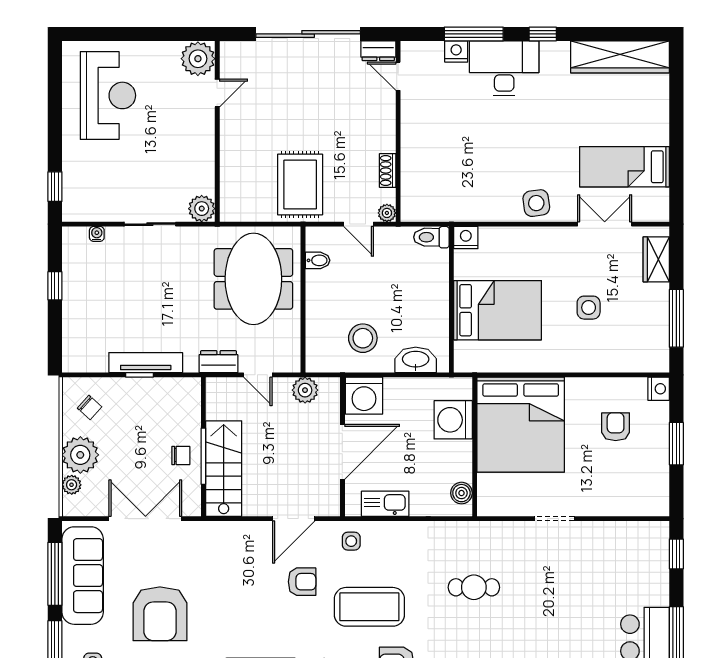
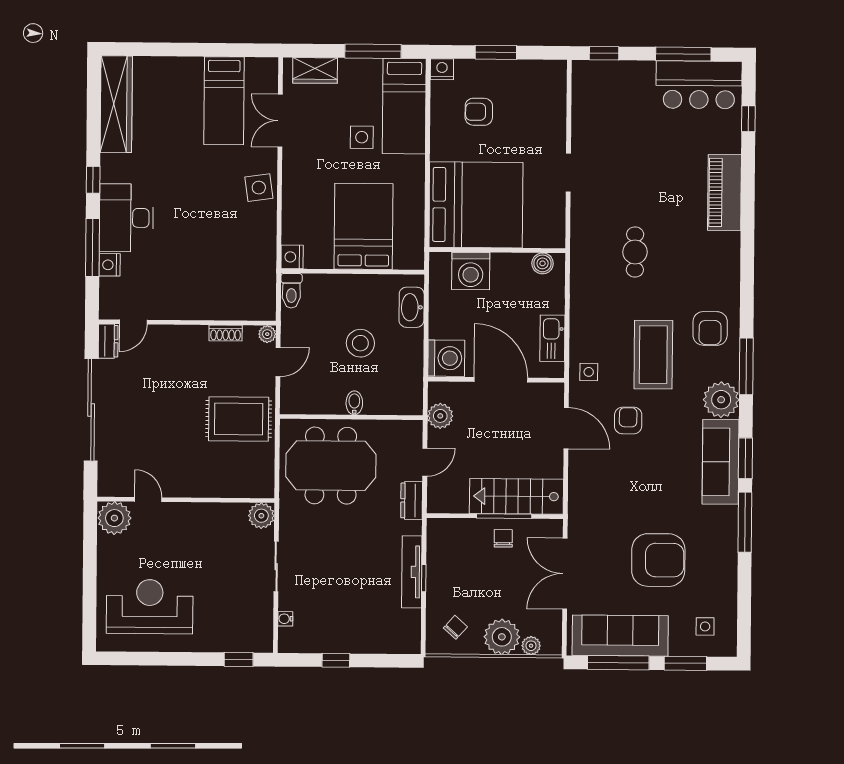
bidet: (318, 260) -> (354, 403), moved
stool: (363, 338) -> (360, 343), moved
bed: (621, 351) -> (404, 106), added

